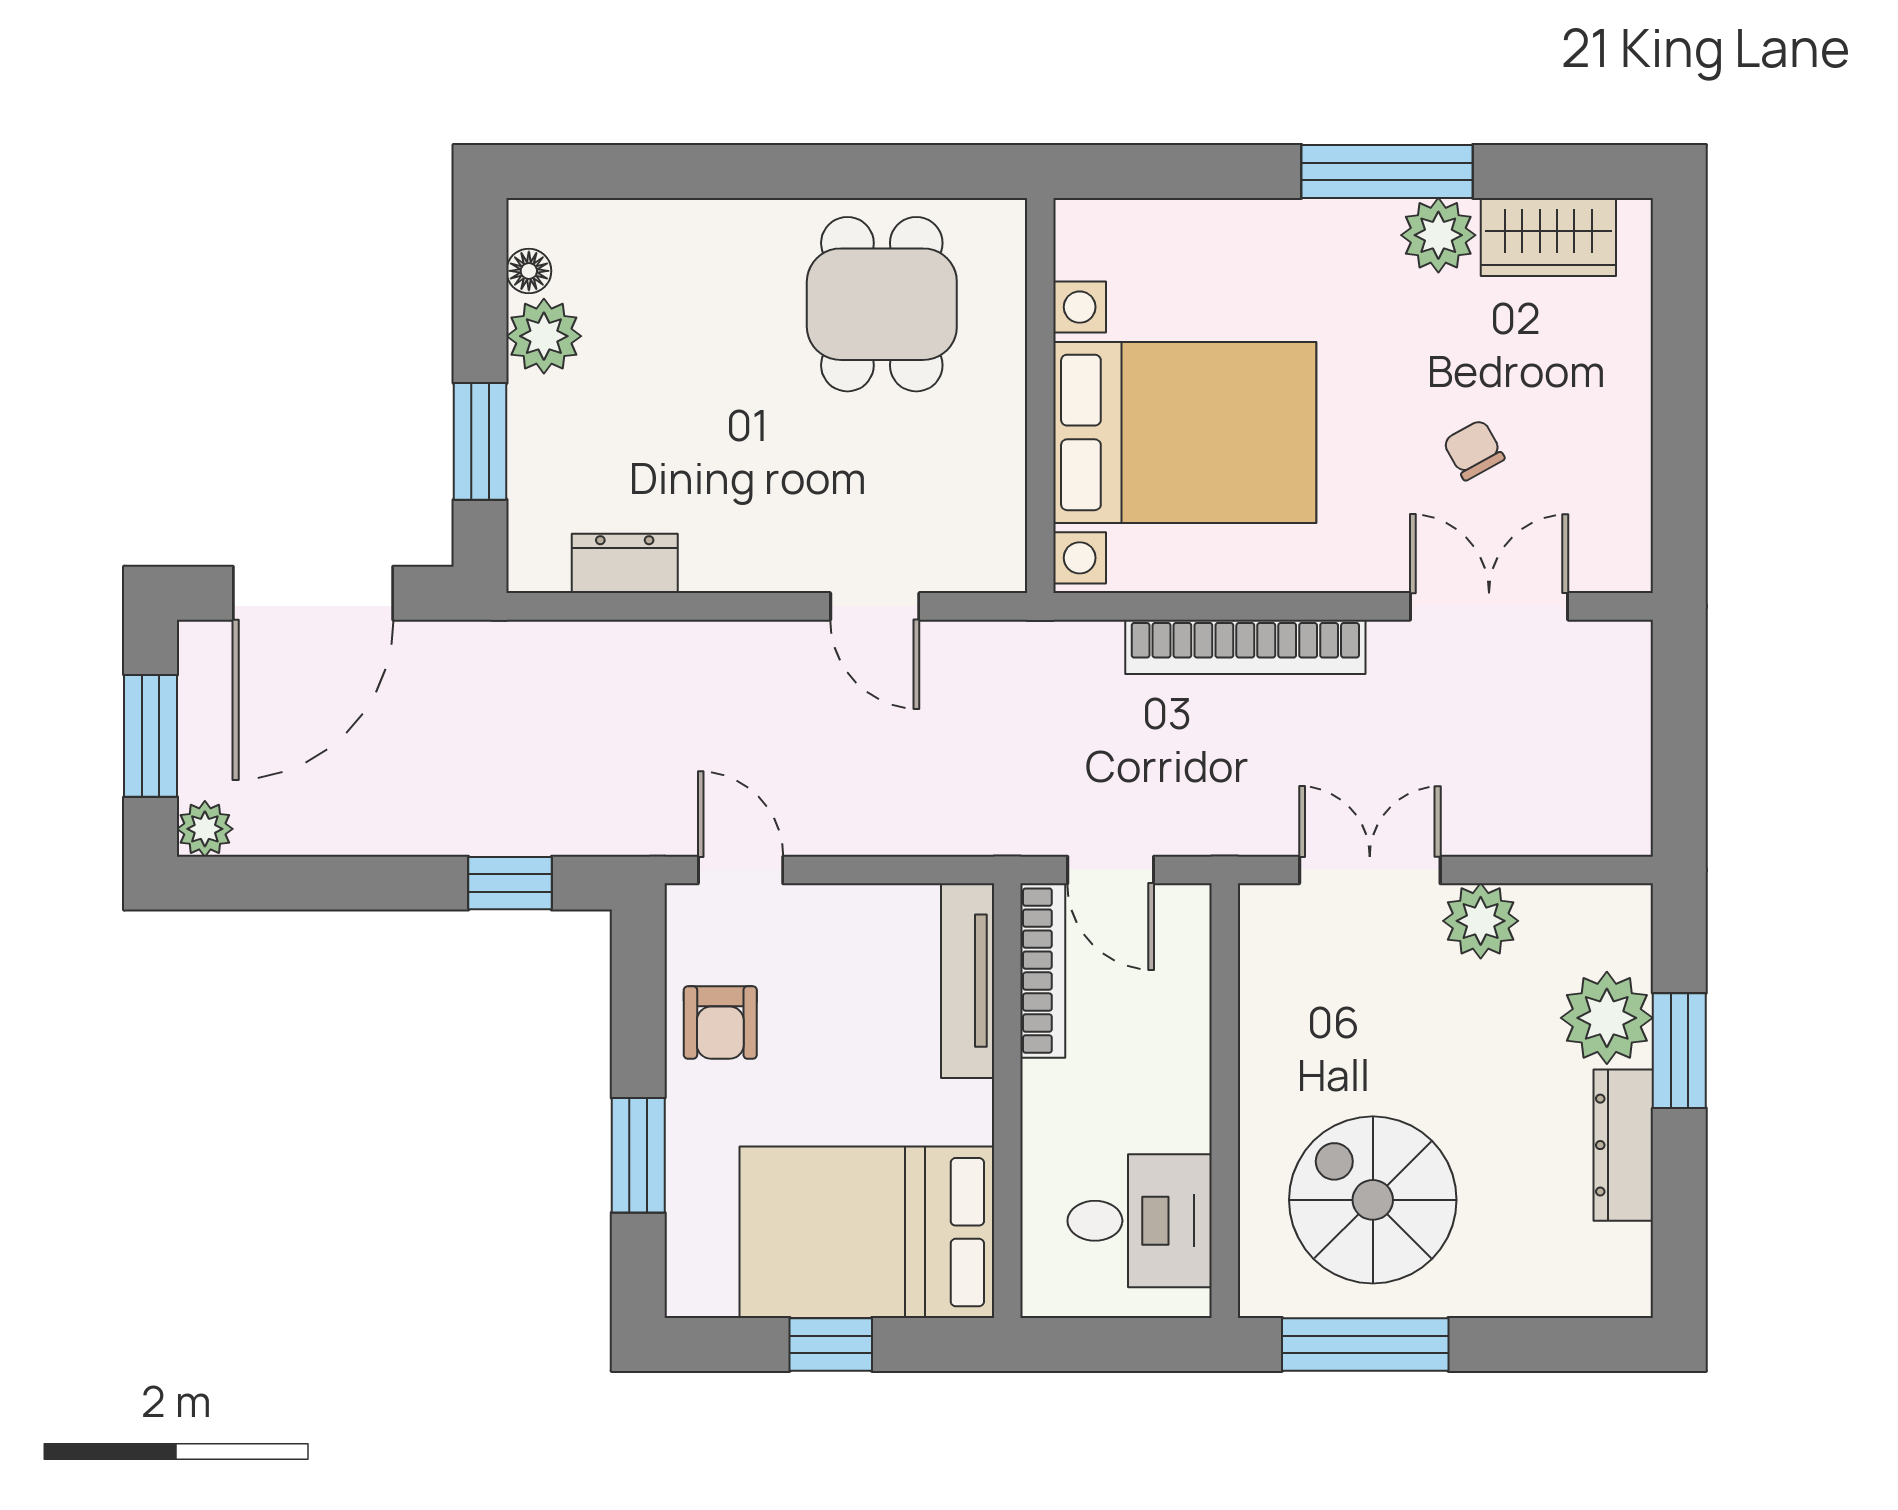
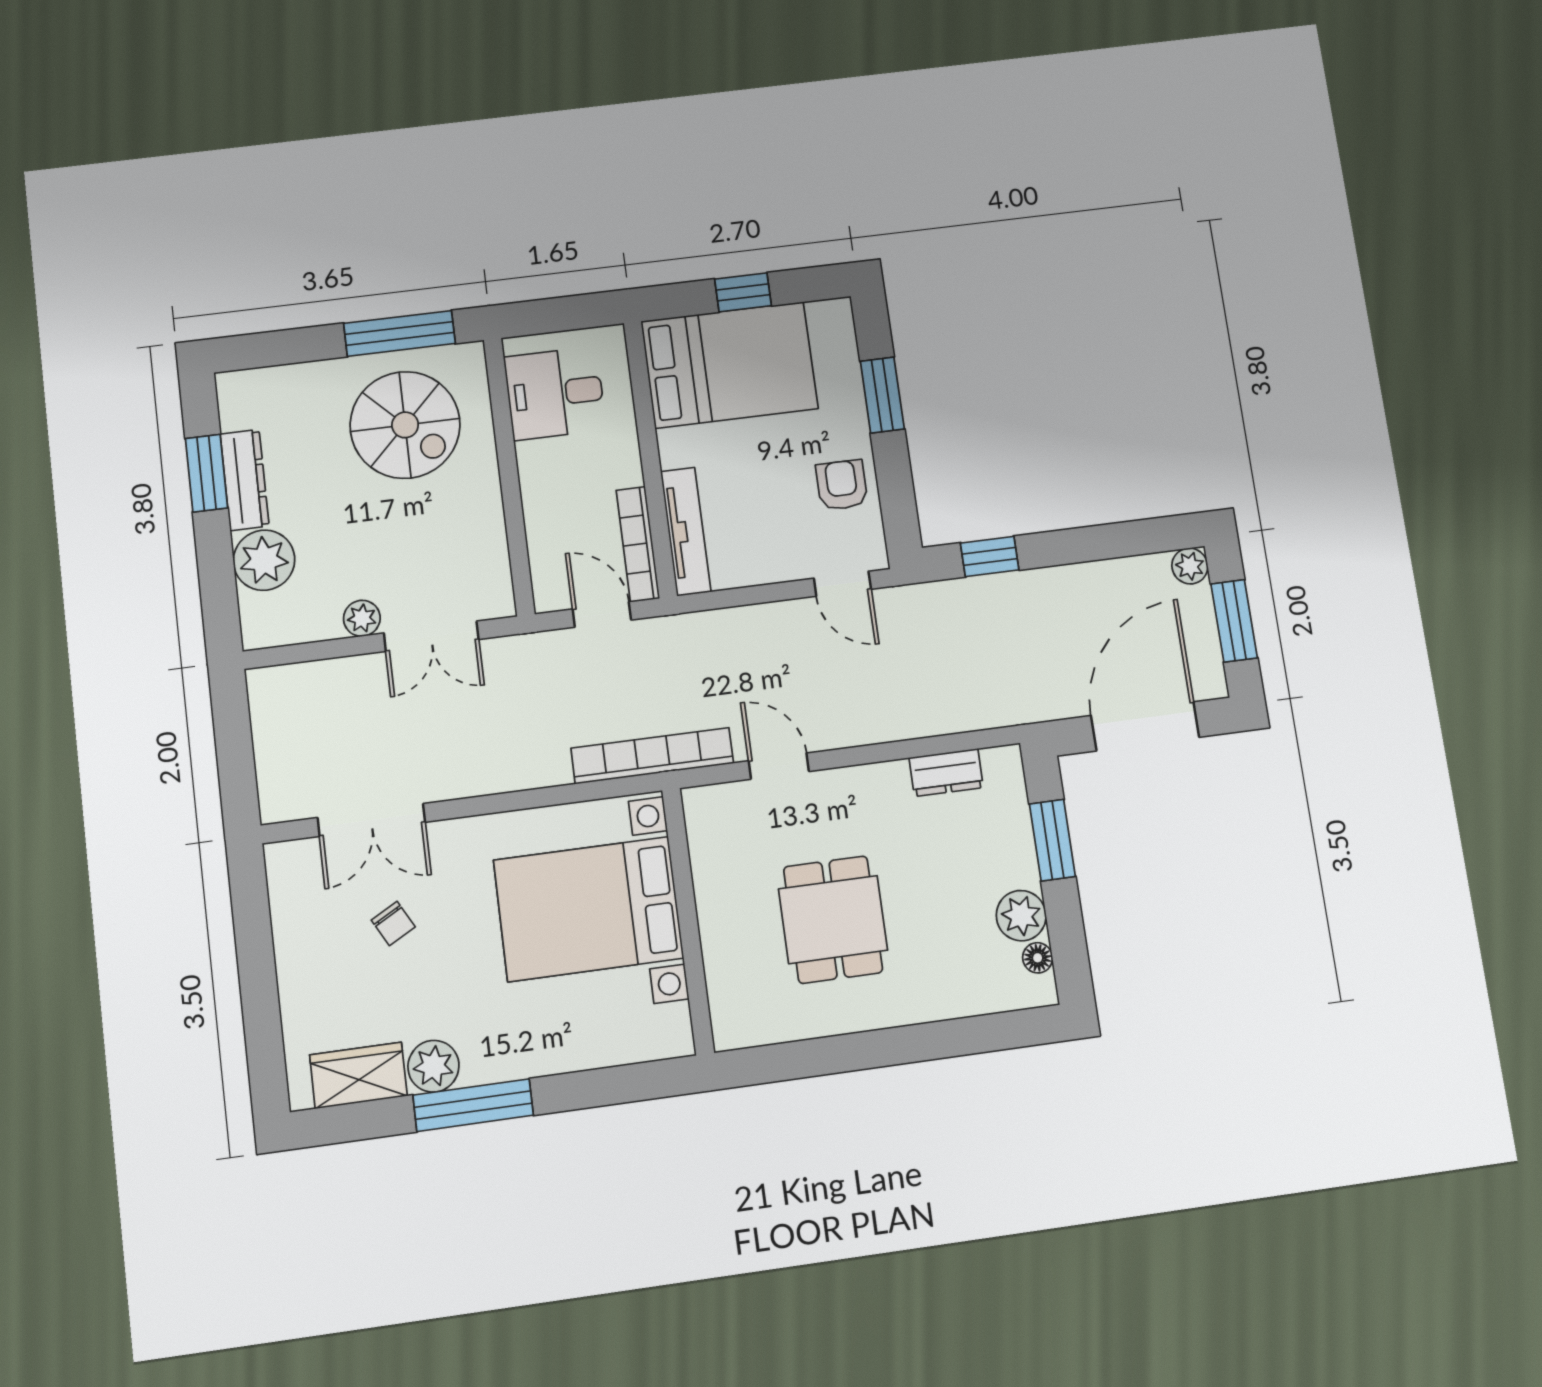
dining table: (882, 304) -> (833, 920), moved
bookcase: (1245, 647) -> (652, 756), moved
plant: (1481, 921) -> (362, 618), width x0.73, depth x0.73
window: (1679, 1051) -> (206, 473), moved

